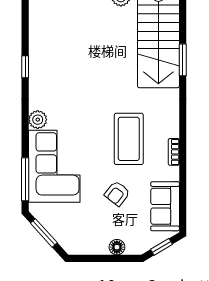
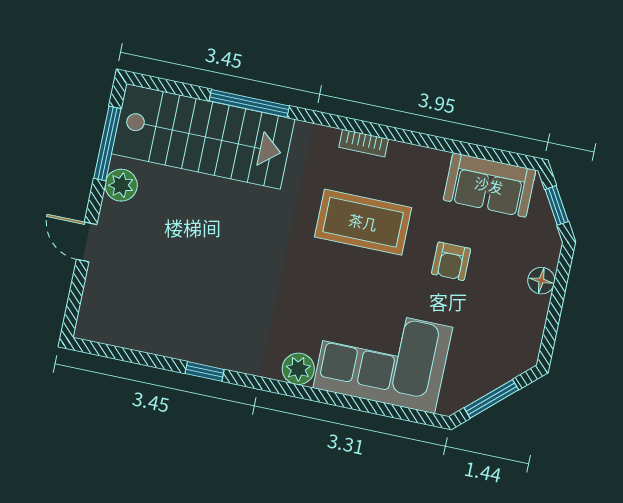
window: (183, 60) -> (249, 103), width x1.44
bookcase: (174, 152) -> (364, 143), moved
window: (25, 179) -> (394, 411), removed
armchair: (117, 194) -> (451, 261), turned 52

